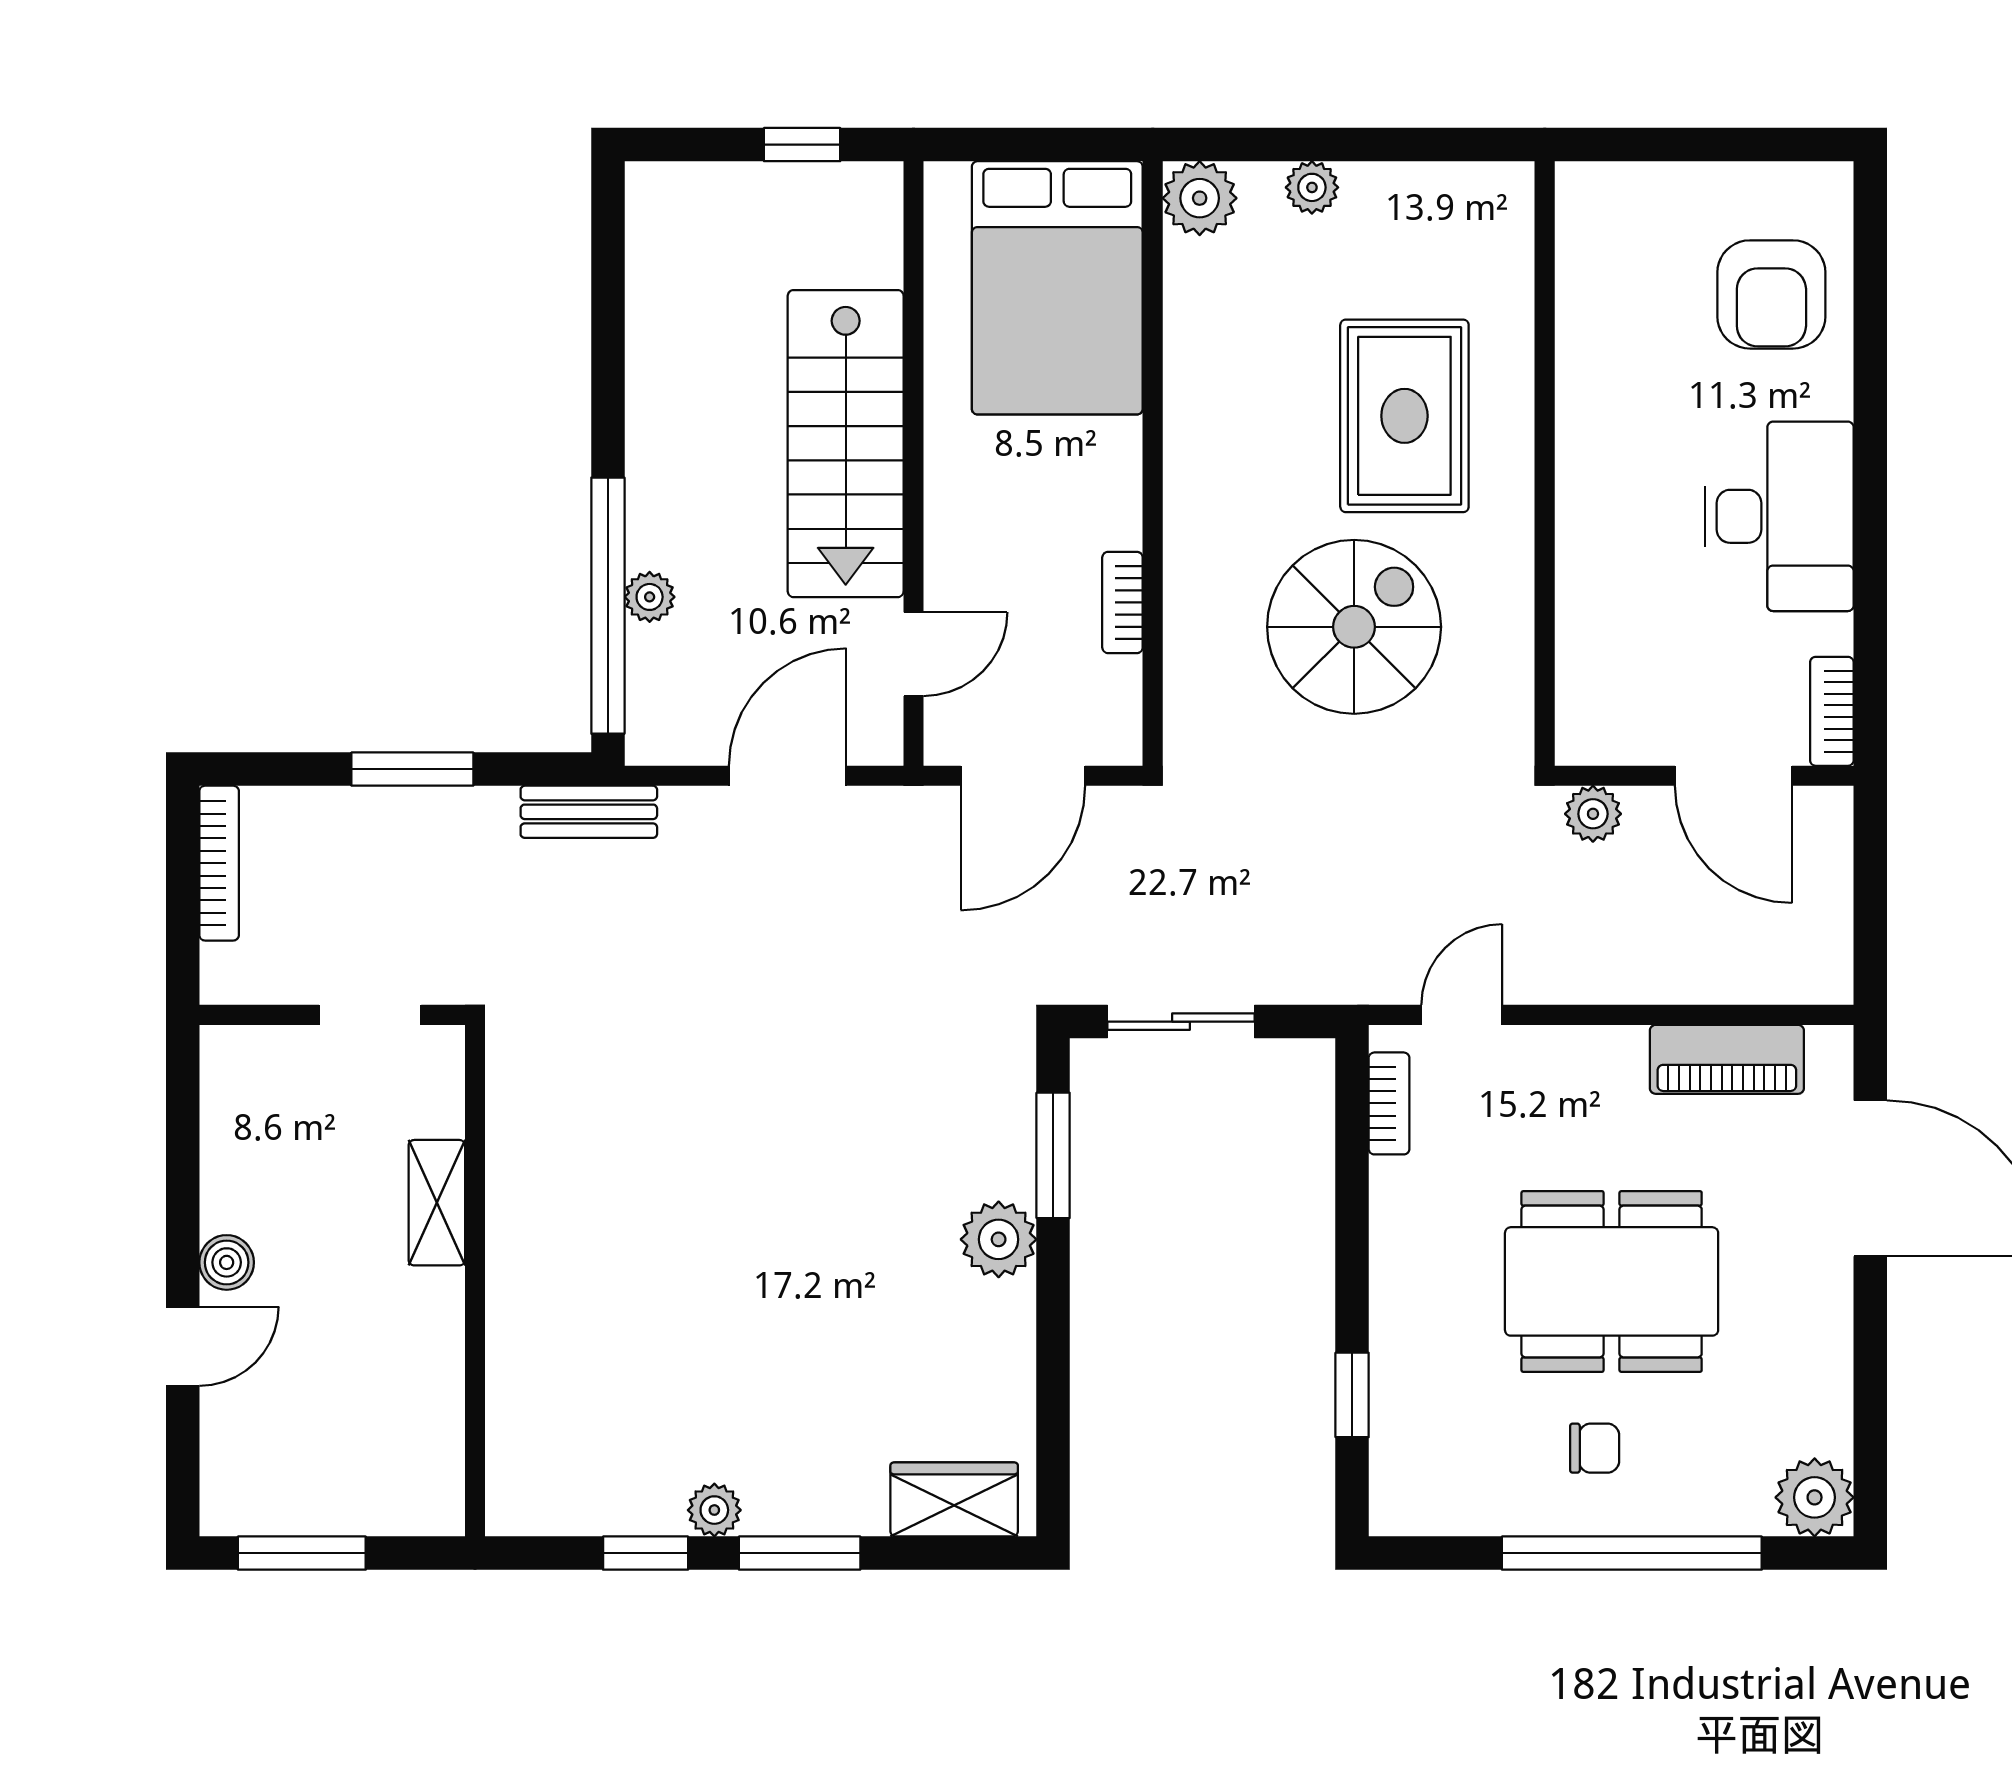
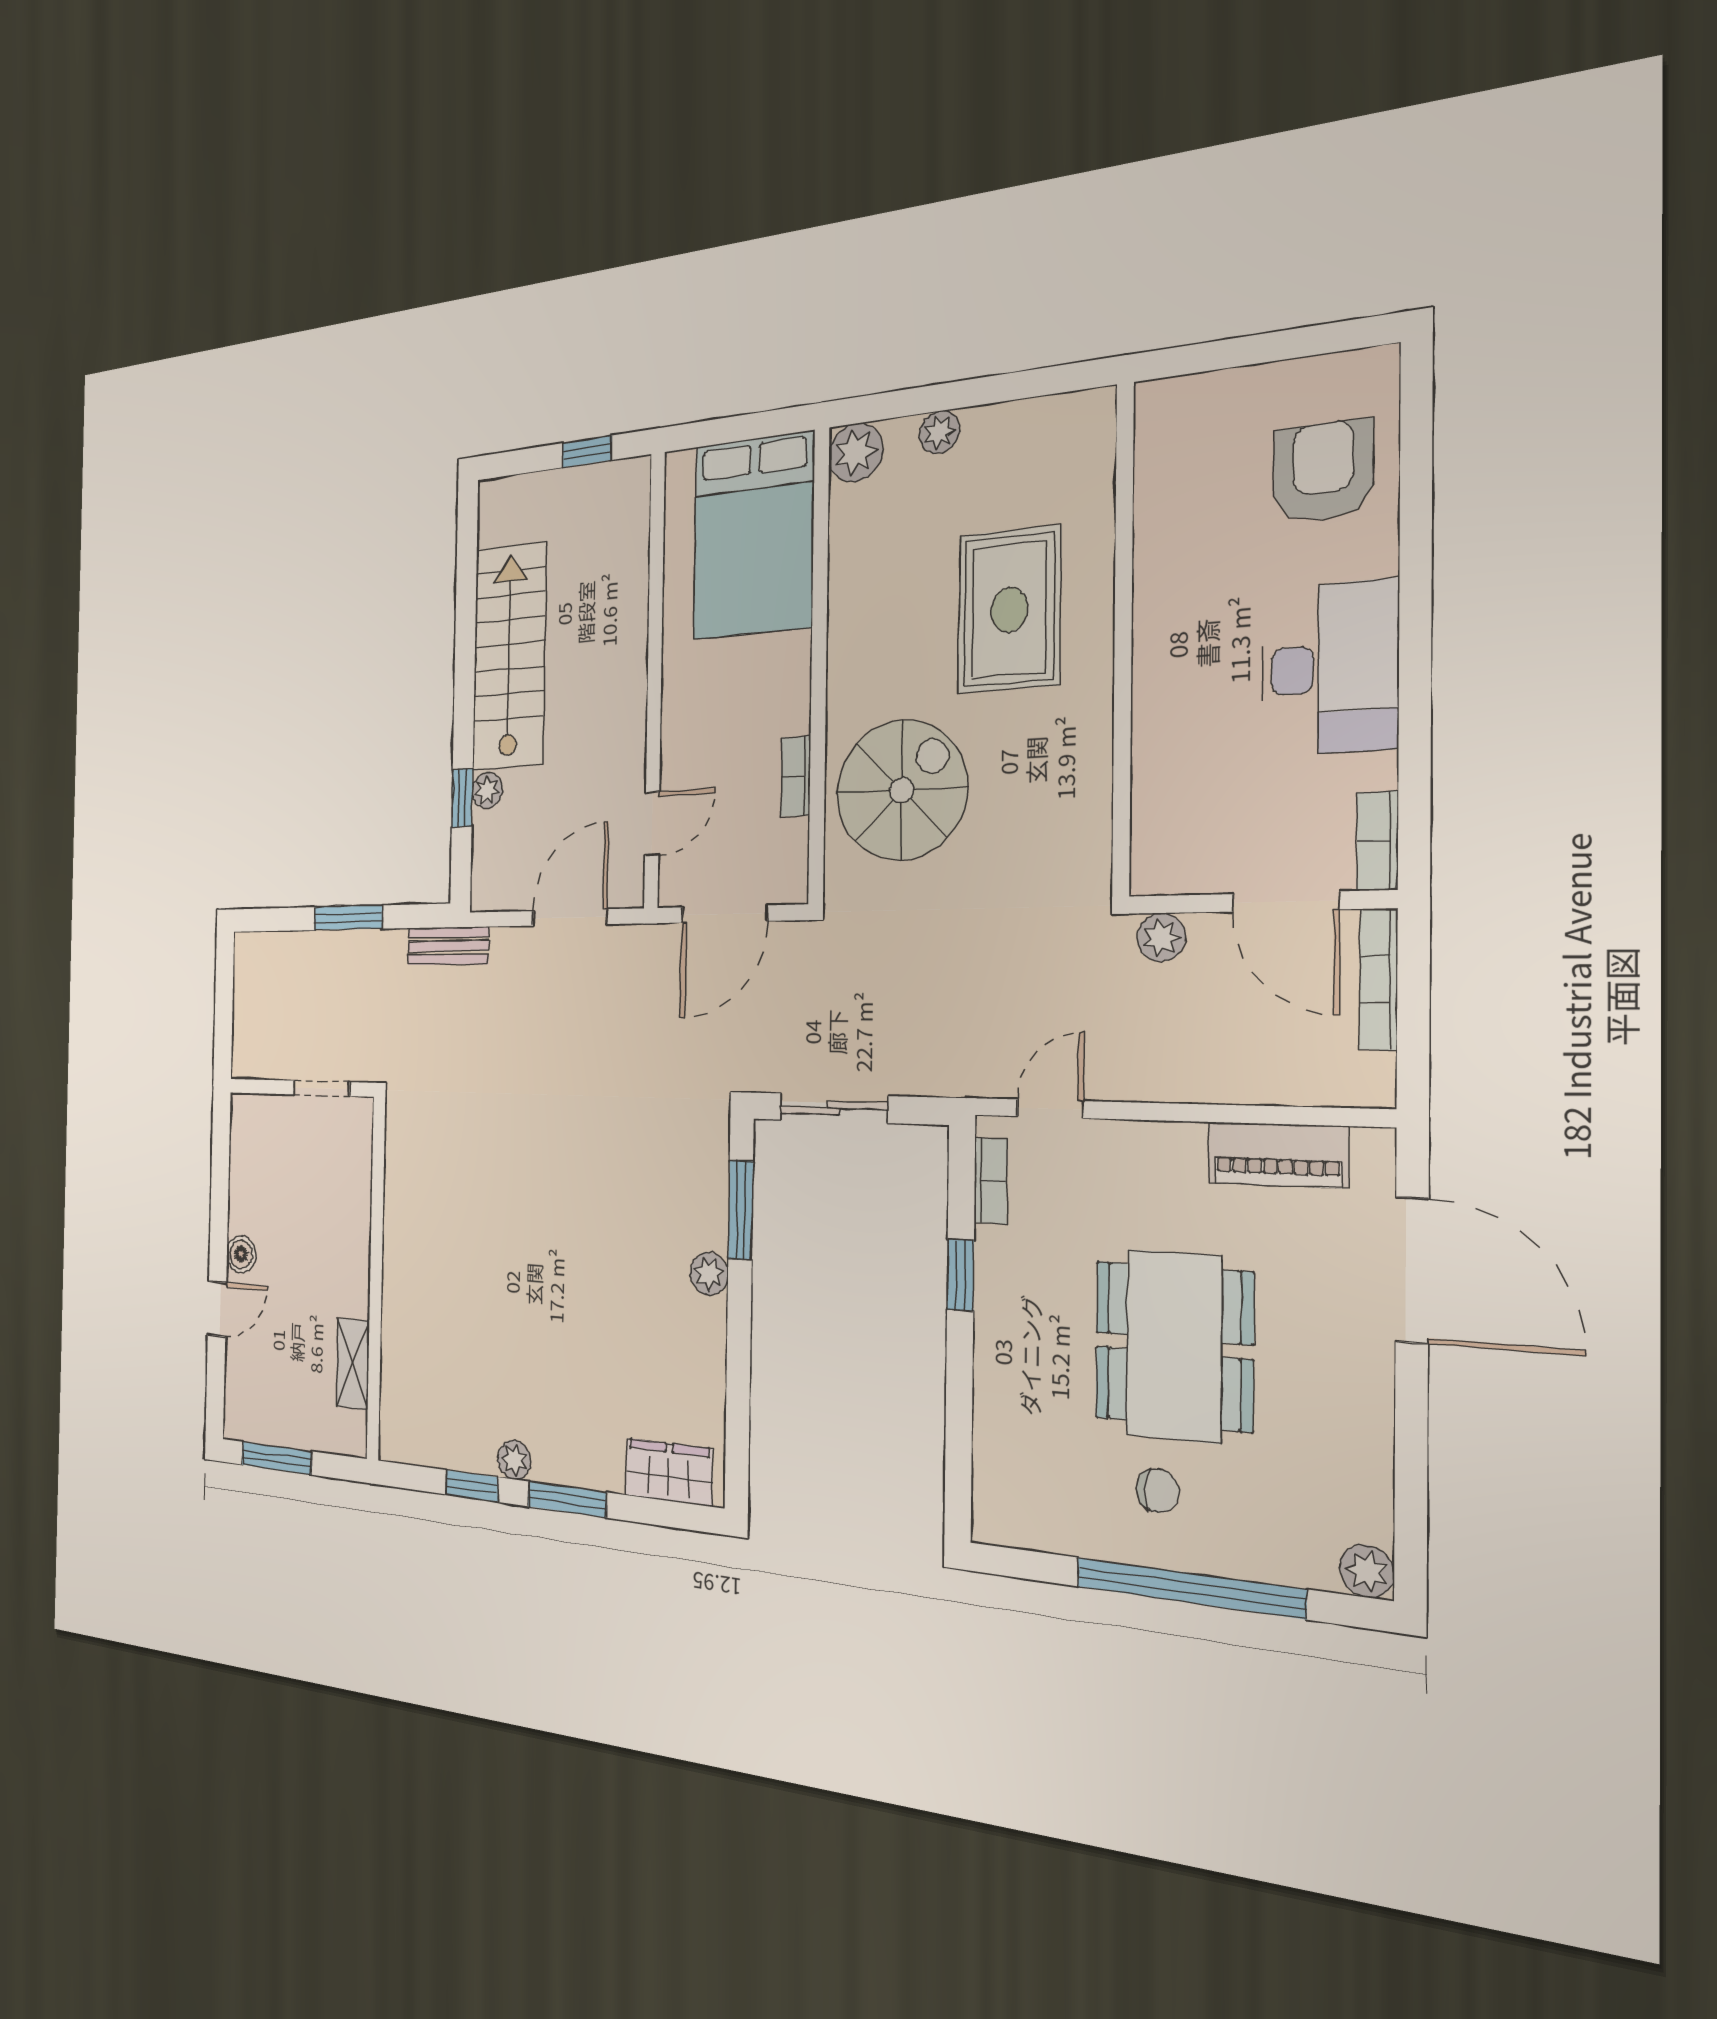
armchair: (1771, 294) -> (1323, 471), turned 180
stairs: (846, 444) -> (509, 656), moved, turned 180
window: (608, 606) -> (462, 798), width x0.32
spiral stairs: (1354, 627) -> (902, 790), moved
bookcase: (219, 863) -> (1379, 979), moved, turned 180
shelving: (437, 1203) -> (353, 1364), moved
plant: (999, 1239) -> (709, 1274), width x0.73, depth x0.73
dining table: (1612, 1281) -> (1174, 1346), turned 90
window: (1352, 1395) -> (960, 1275), moved
plant: (1815, 1497) -> (1367, 1571), width x0.73, depth x0.73

